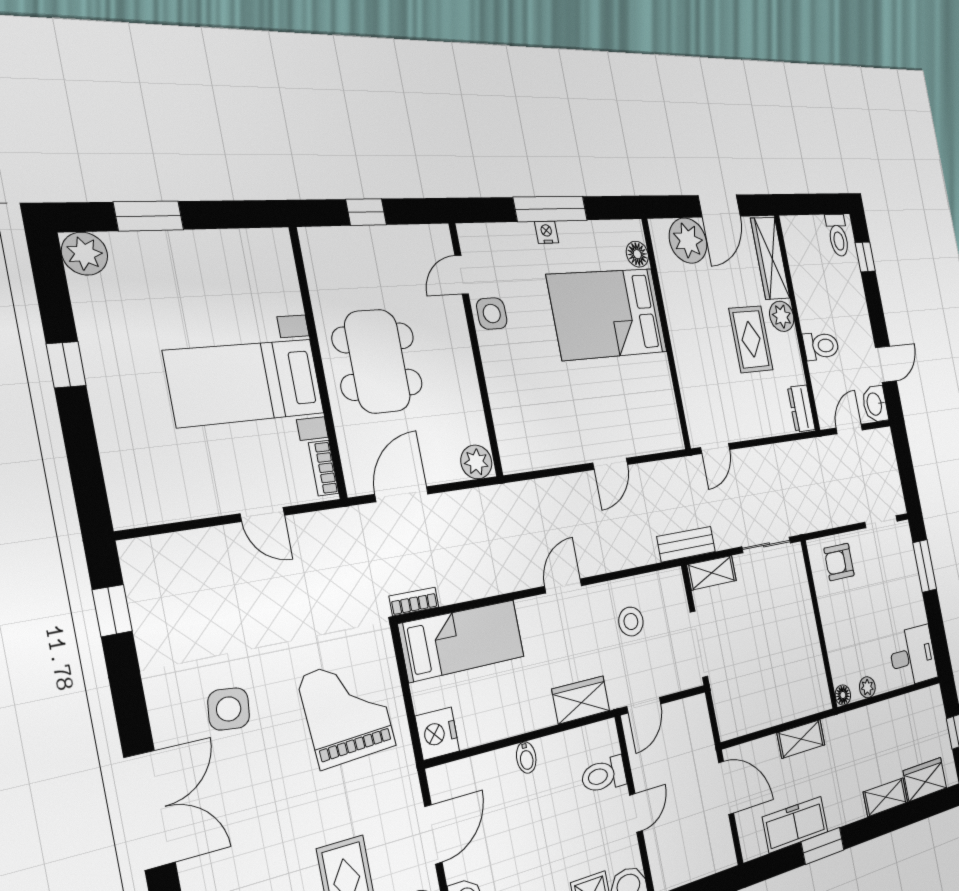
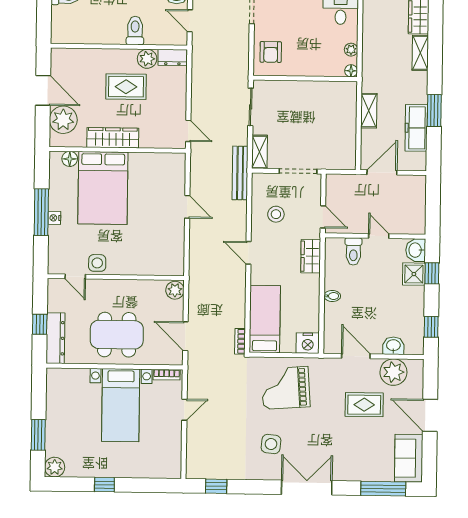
dresser: (347, 243) -> (55, 338), added
wardrobe: (770, 258) -> (113, 138), moved, turned 180
plant: (782, 316) -> (147, 59), moved
bench: (686, 544) -> (240, 173), width x1.36

